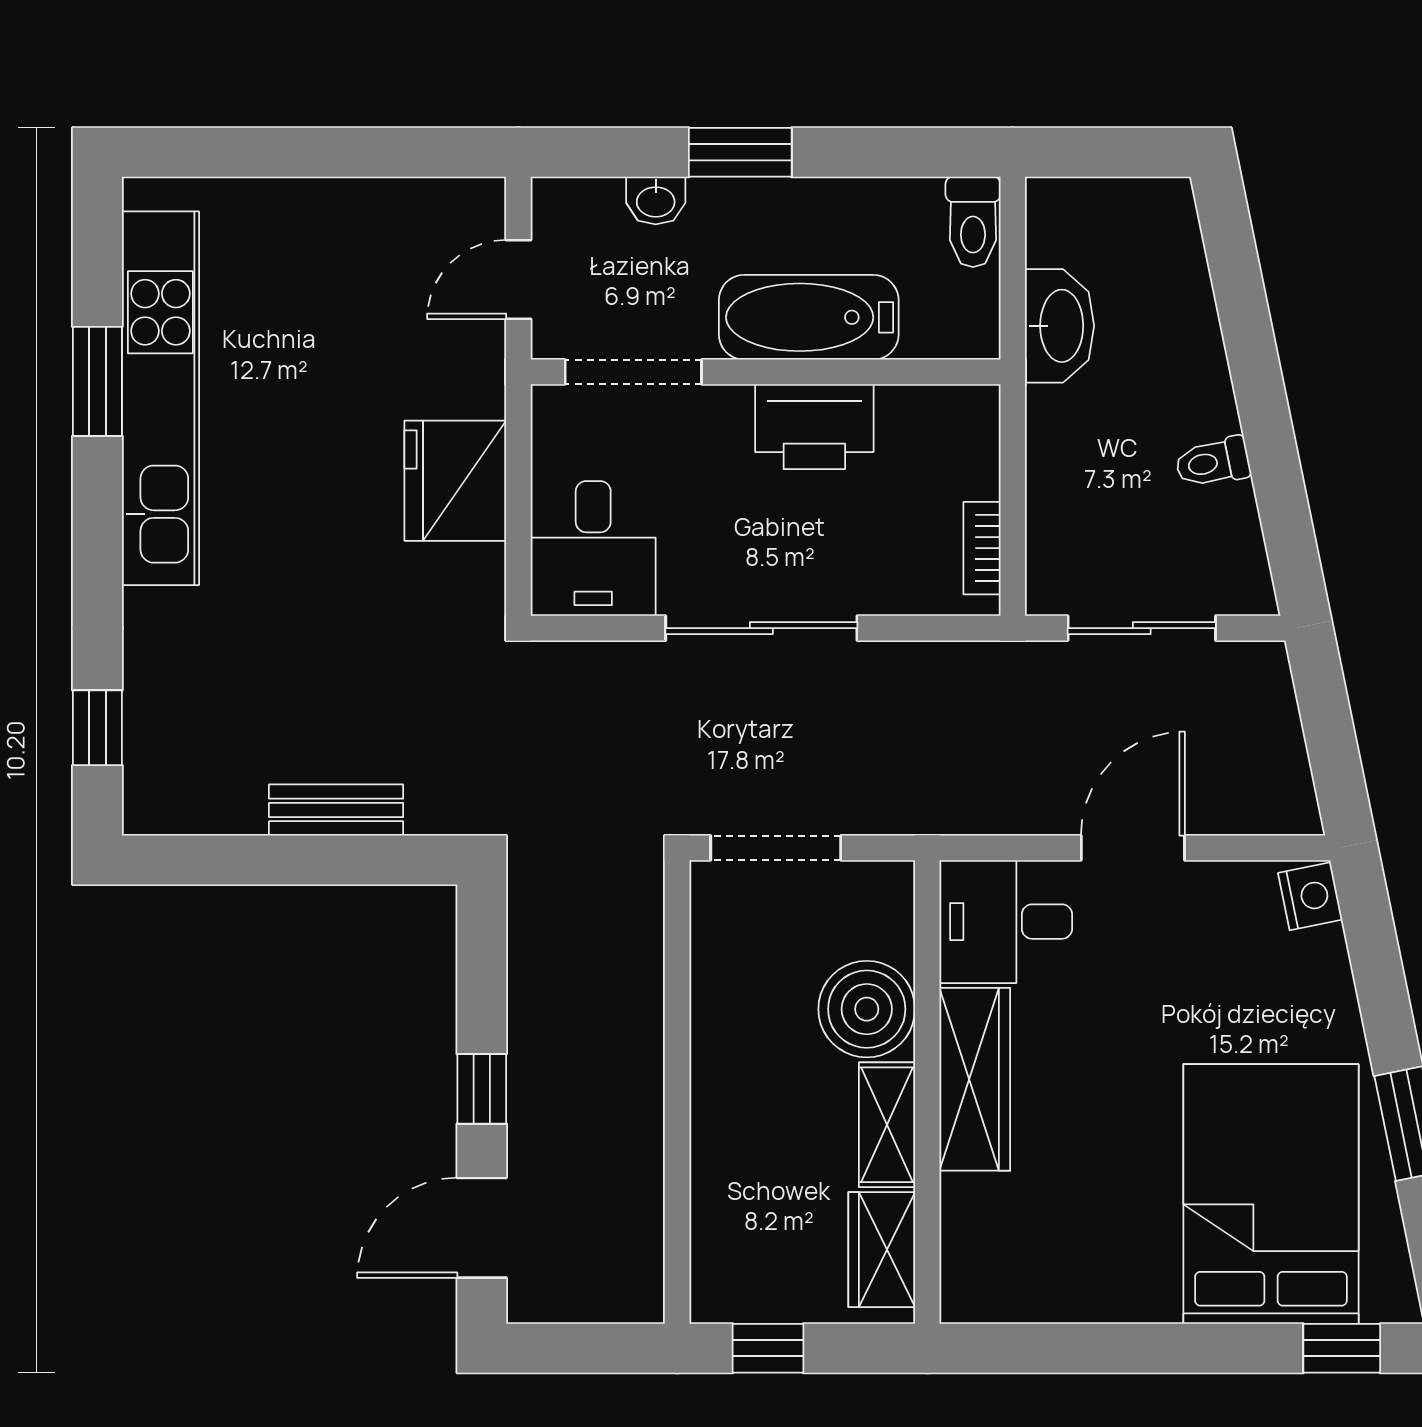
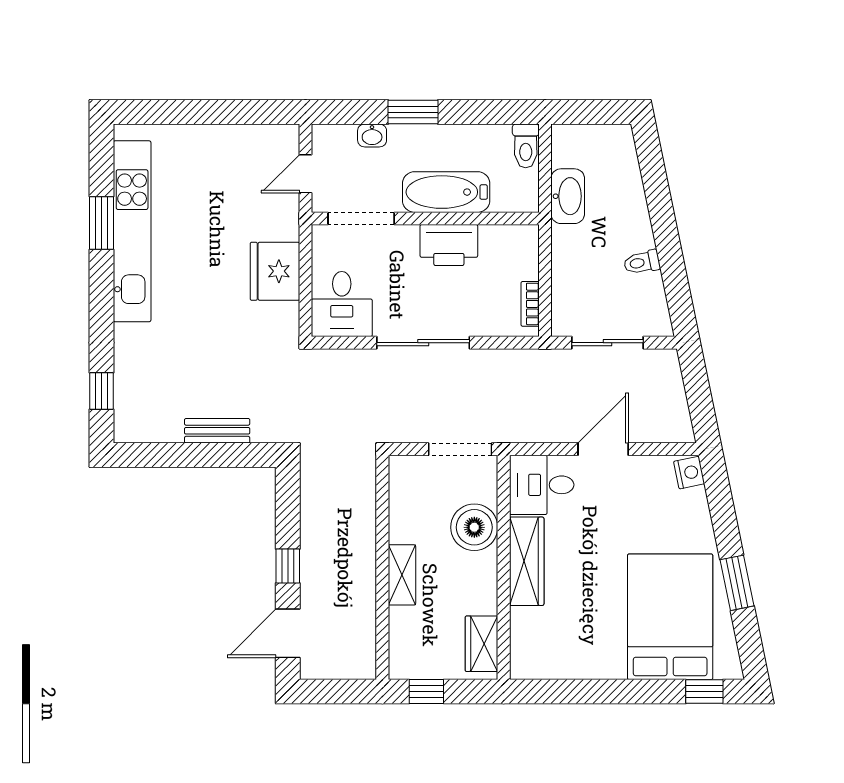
doorway: (776, 848) -> (460, 449), moved
shelving: (887, 1125) -> (402, 575), moved

